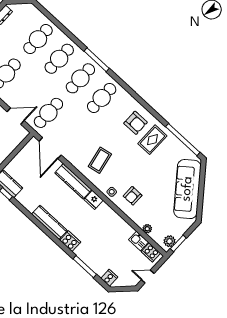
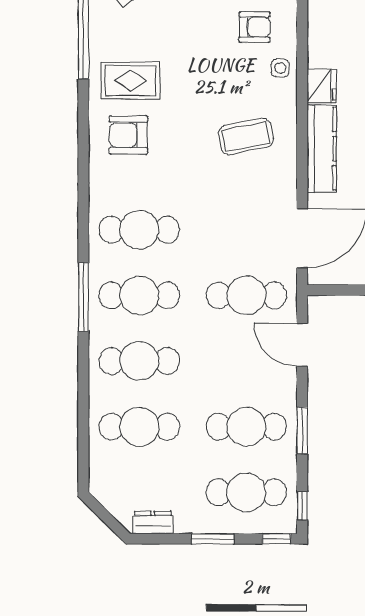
armchair: (136, 123) -> (128, 135), turned -90

